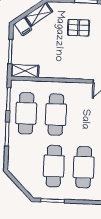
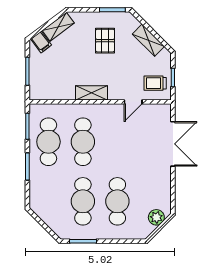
pallet: (79, 28) -> (105, 41), turned 90
shelving: (25, 71) -> (91, 93), moved

